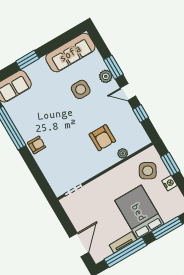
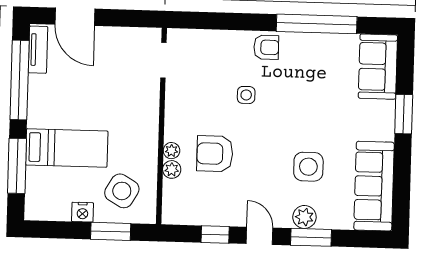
door: (128, 92) -> (260, 236), hinge flipped
side table: (65, 140) -> (246, 95), added
armchair: (37, 145) -> (266, 47), turned -90
plant: (114, 159) -> (171, 151), added
bed: (139, 212) -> (67, 148), width x0.67
tv unit: (123, 242) -> (38, 50), moved

